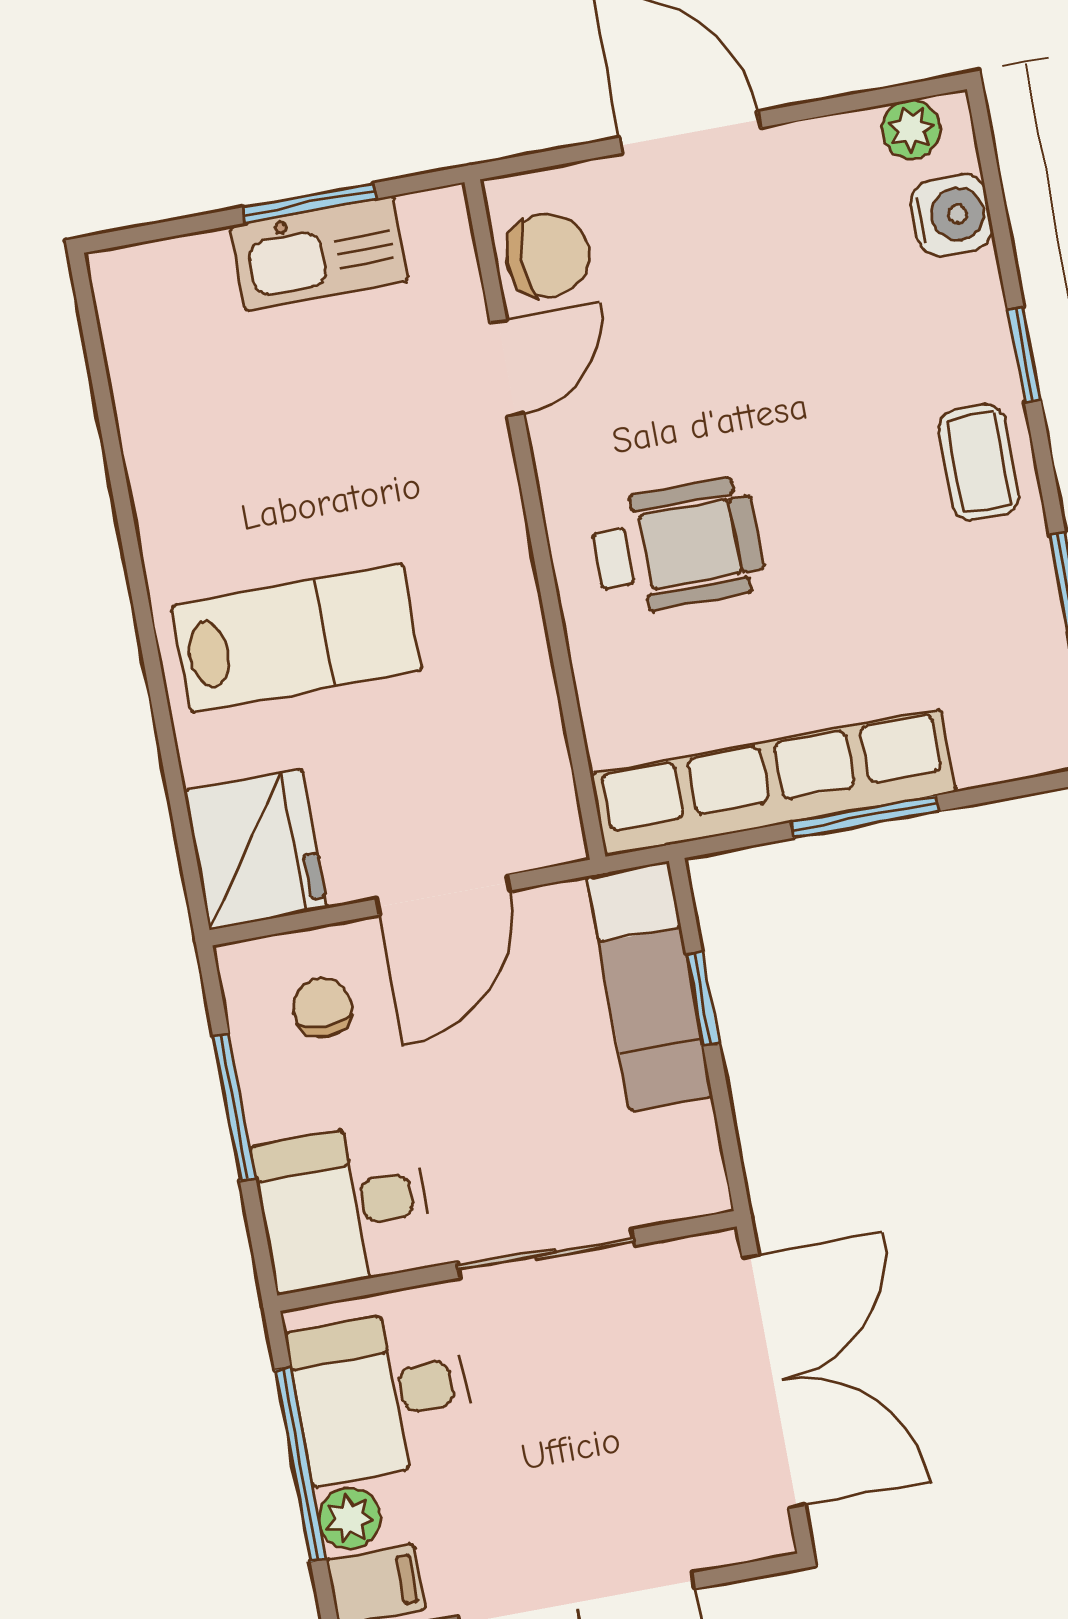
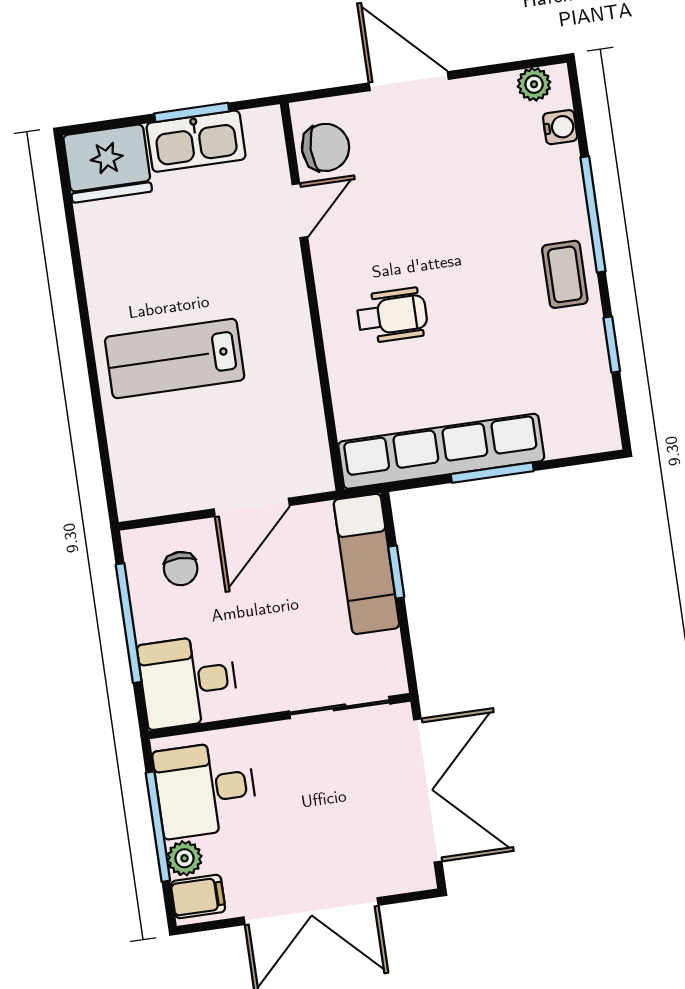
water cooler: (951, 215) -> (560, 127), width x0.72, depth x0.72
window: (1024, 354) -> (593, 214), width x2.17
wheelchair: (677, 547) -> (392, 315), width x0.73, depth x0.73
lab bench: (297, 638) -> (175, 359), turned 180
fridge: (256, 849) -> (108, 163), moved, turned 90
chair: (322, 1008) -> (181, 569), turned 180
window: (234, 1108) -> (129, 623), width x1.44
sliding door: (546, 1254) -> (340, 707), moved

